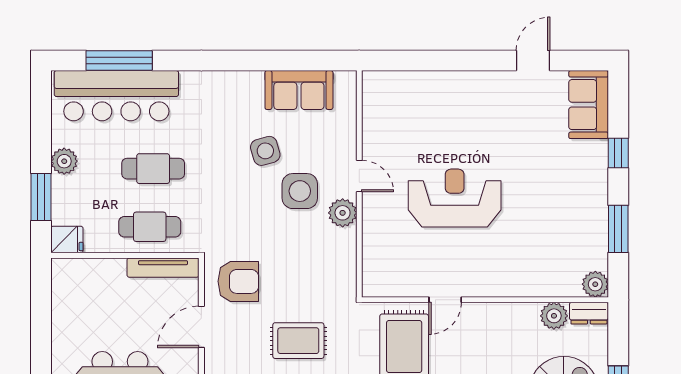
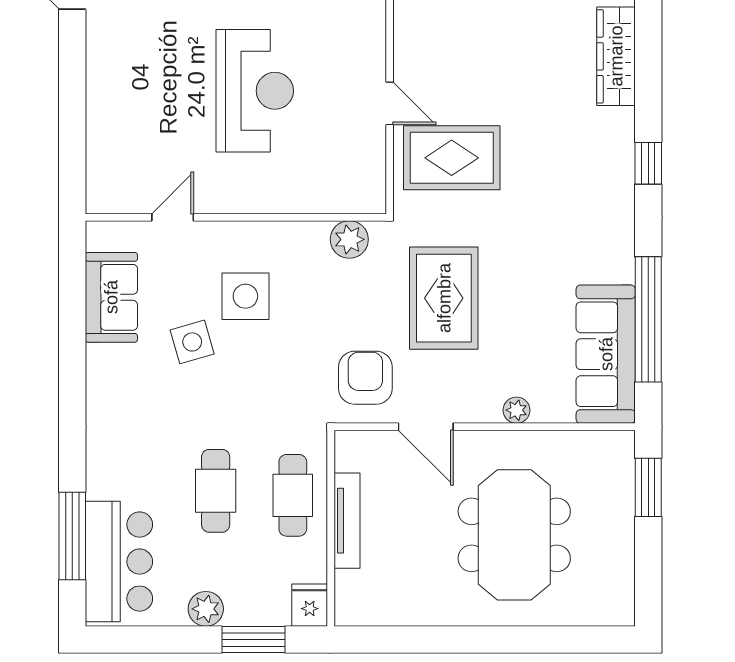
bar counter: (116, 96) -> (119, 562), width x0.73
door: (359, 176) -> (173, 217), moved
reception desk: (455, 198) -> (255, 91), turned 180
plant: (343, 213) -> (349, 239), moved
tv unit: (163, 268) -> (347, 521), moved
rug: (298, 341) -> (444, 298), width x1.36, depth x1.43

